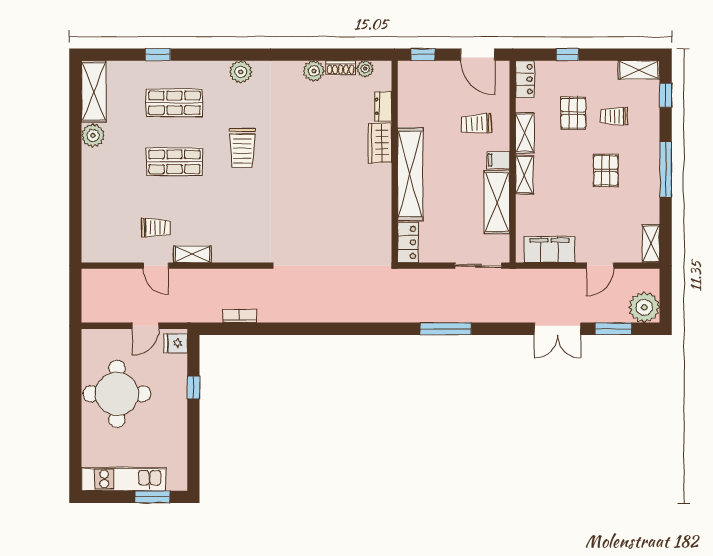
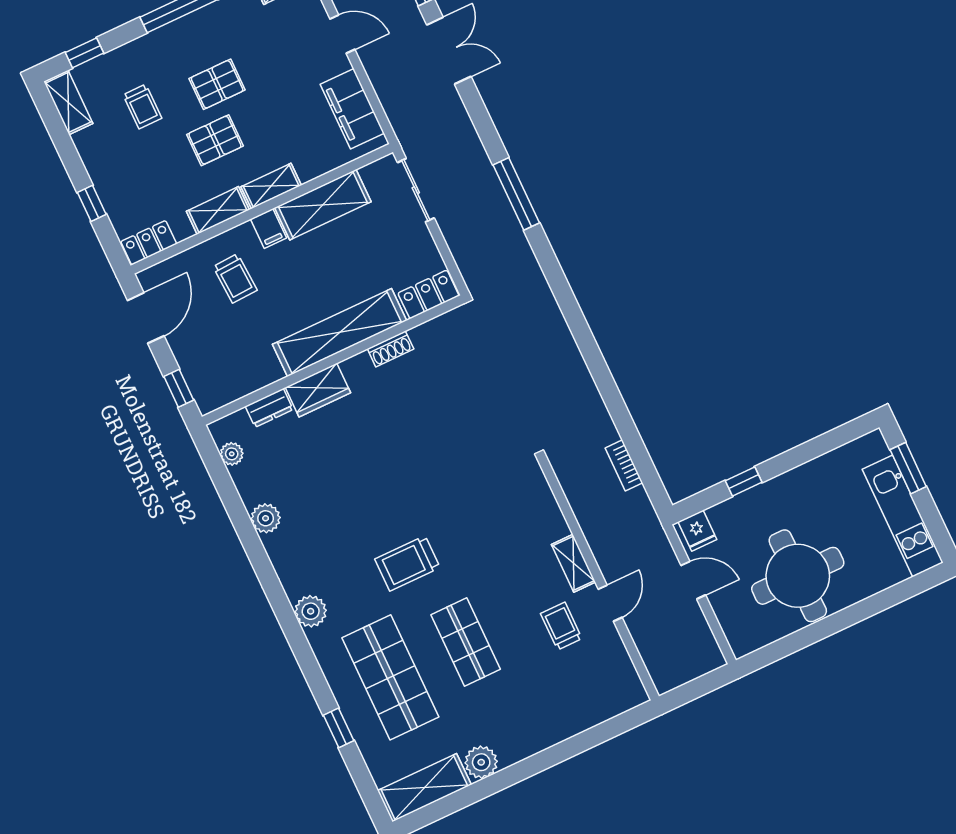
shoe rack: (341, 68) -> (391, 349), moved, turned 90
shop shelf: (174, 103) -> (390, 677), width x1.43, depth x1.36
pallet: (573, 113) -> (215, 140), moved
trolley: (242, 148) -> (407, 563), turned 180

